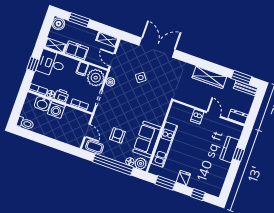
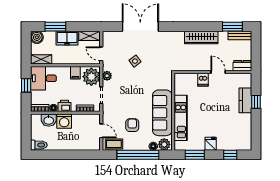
freezer: (76, 51) -> (67, 38), moved, turned 180
sofa: (147, 139) -> (162, 113), width x1.36

